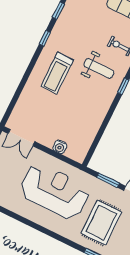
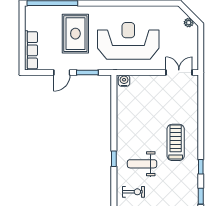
water cooler: (60, 147) -> (124, 81), moved
reception desk: (55, 191) -> (128, 41), turned 180

